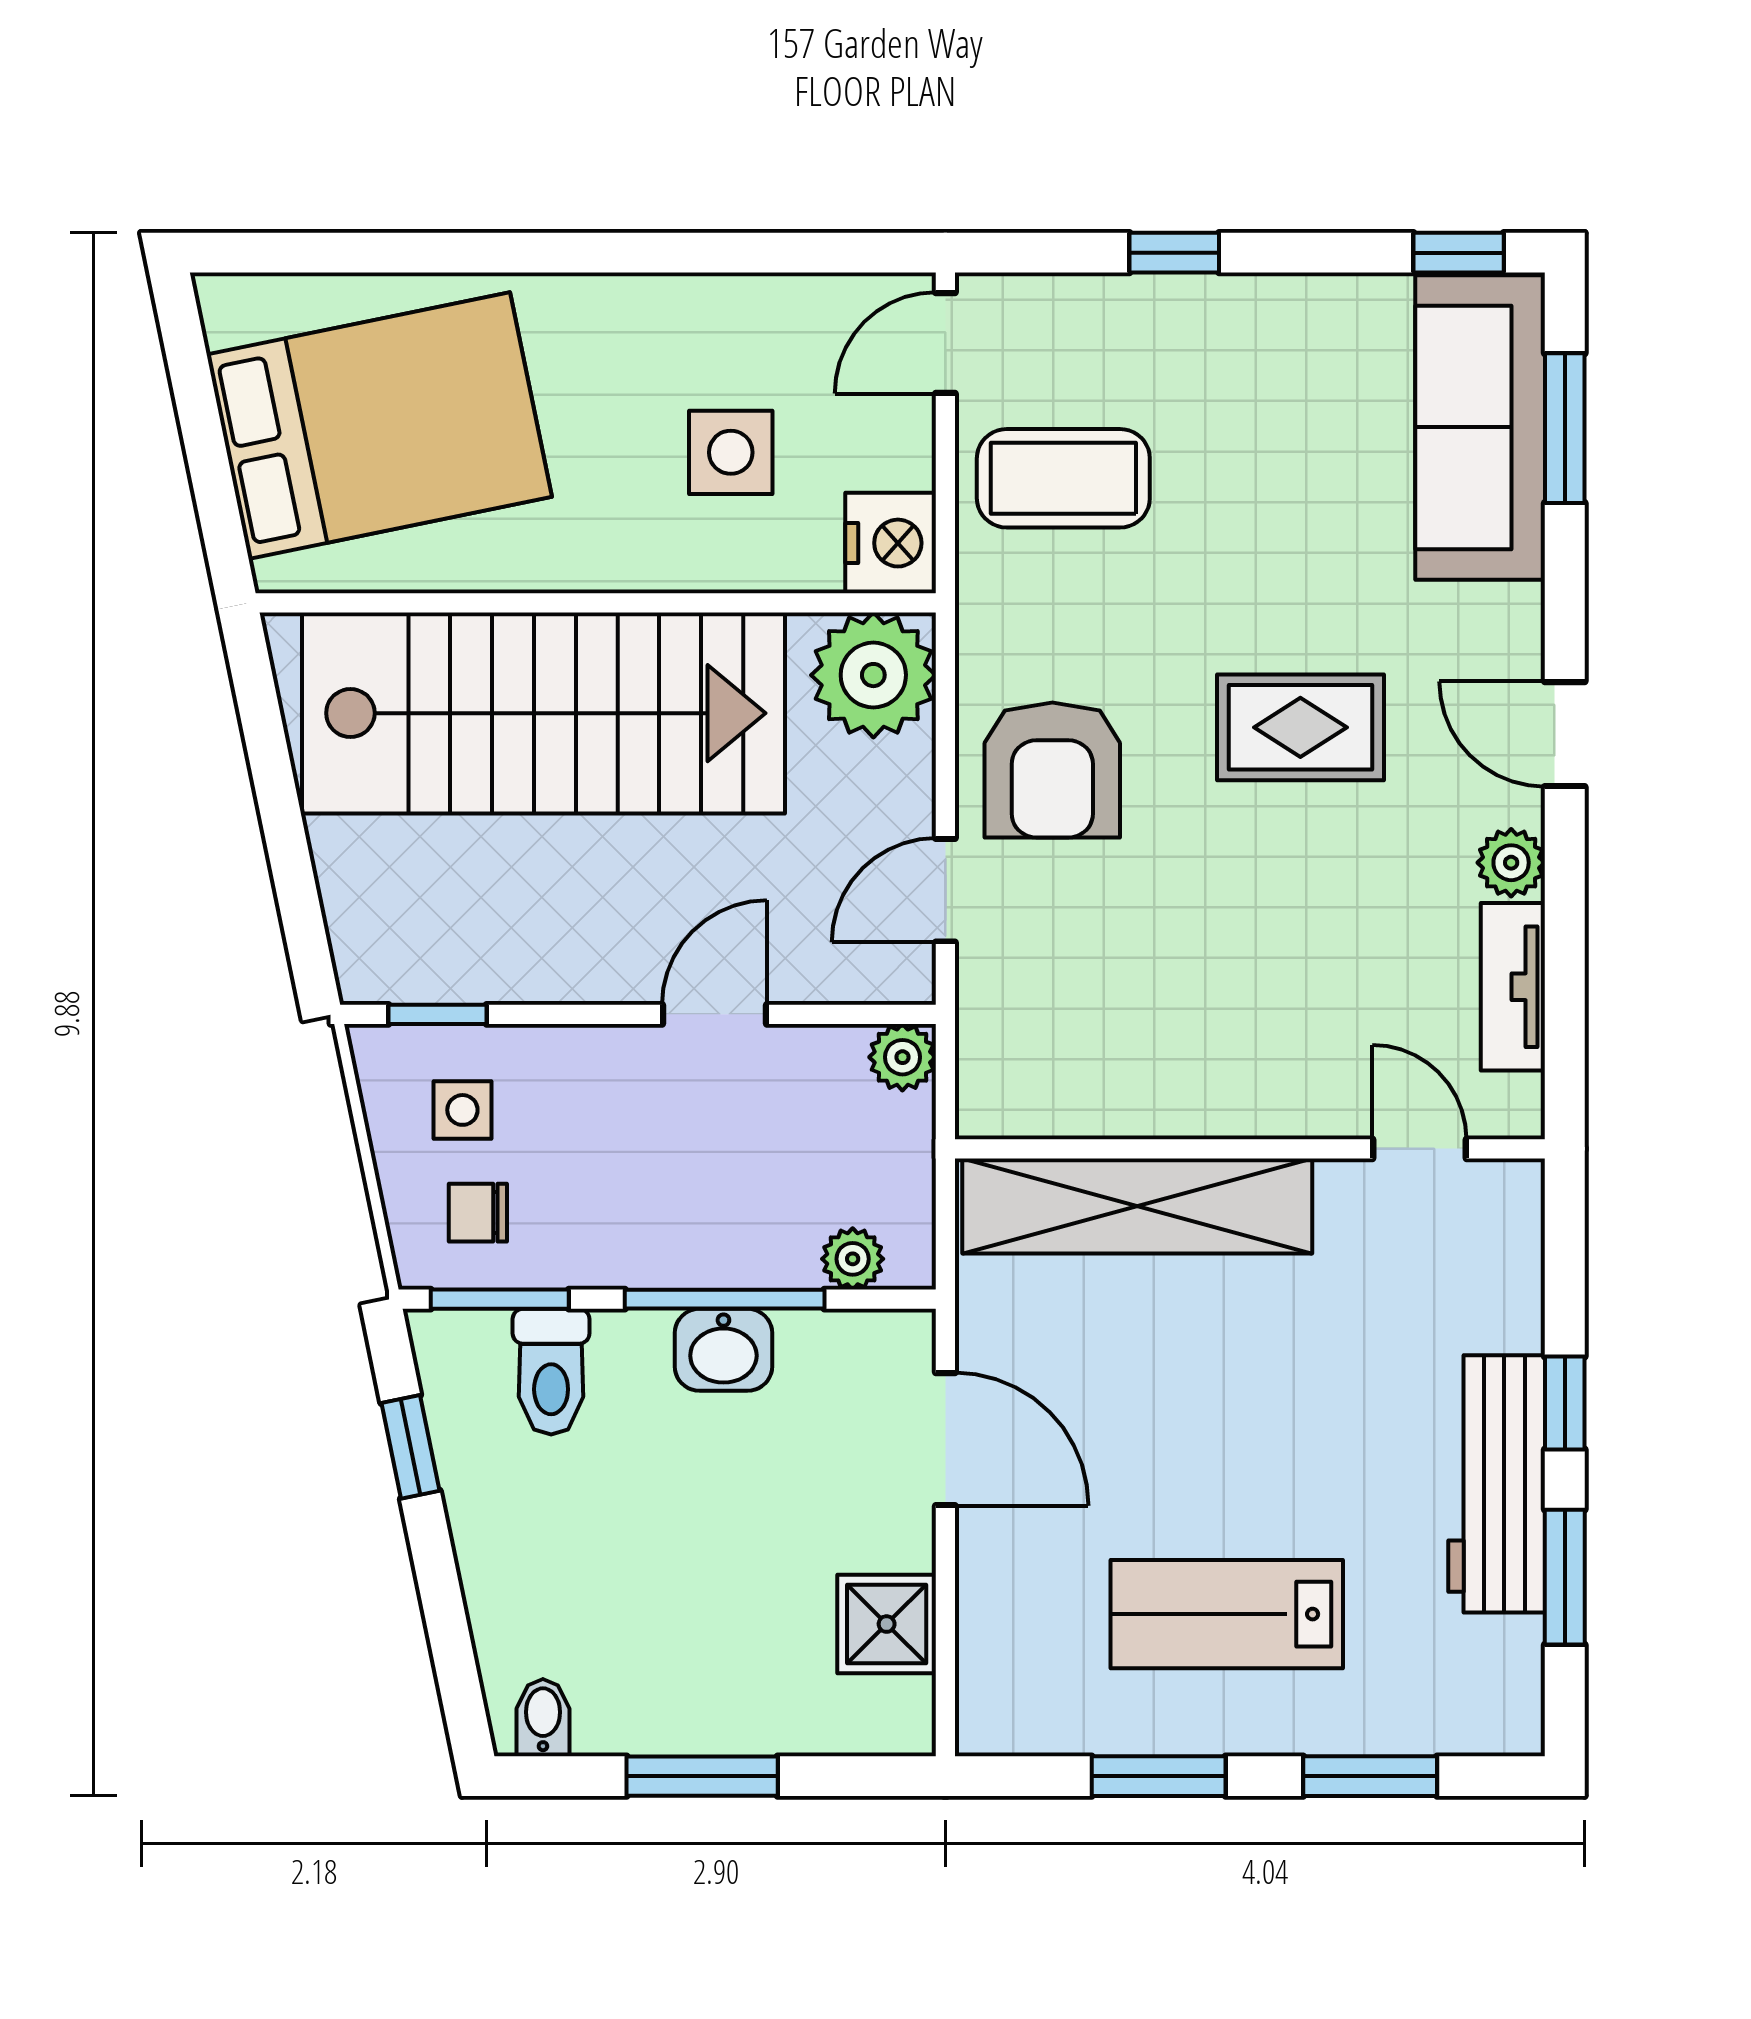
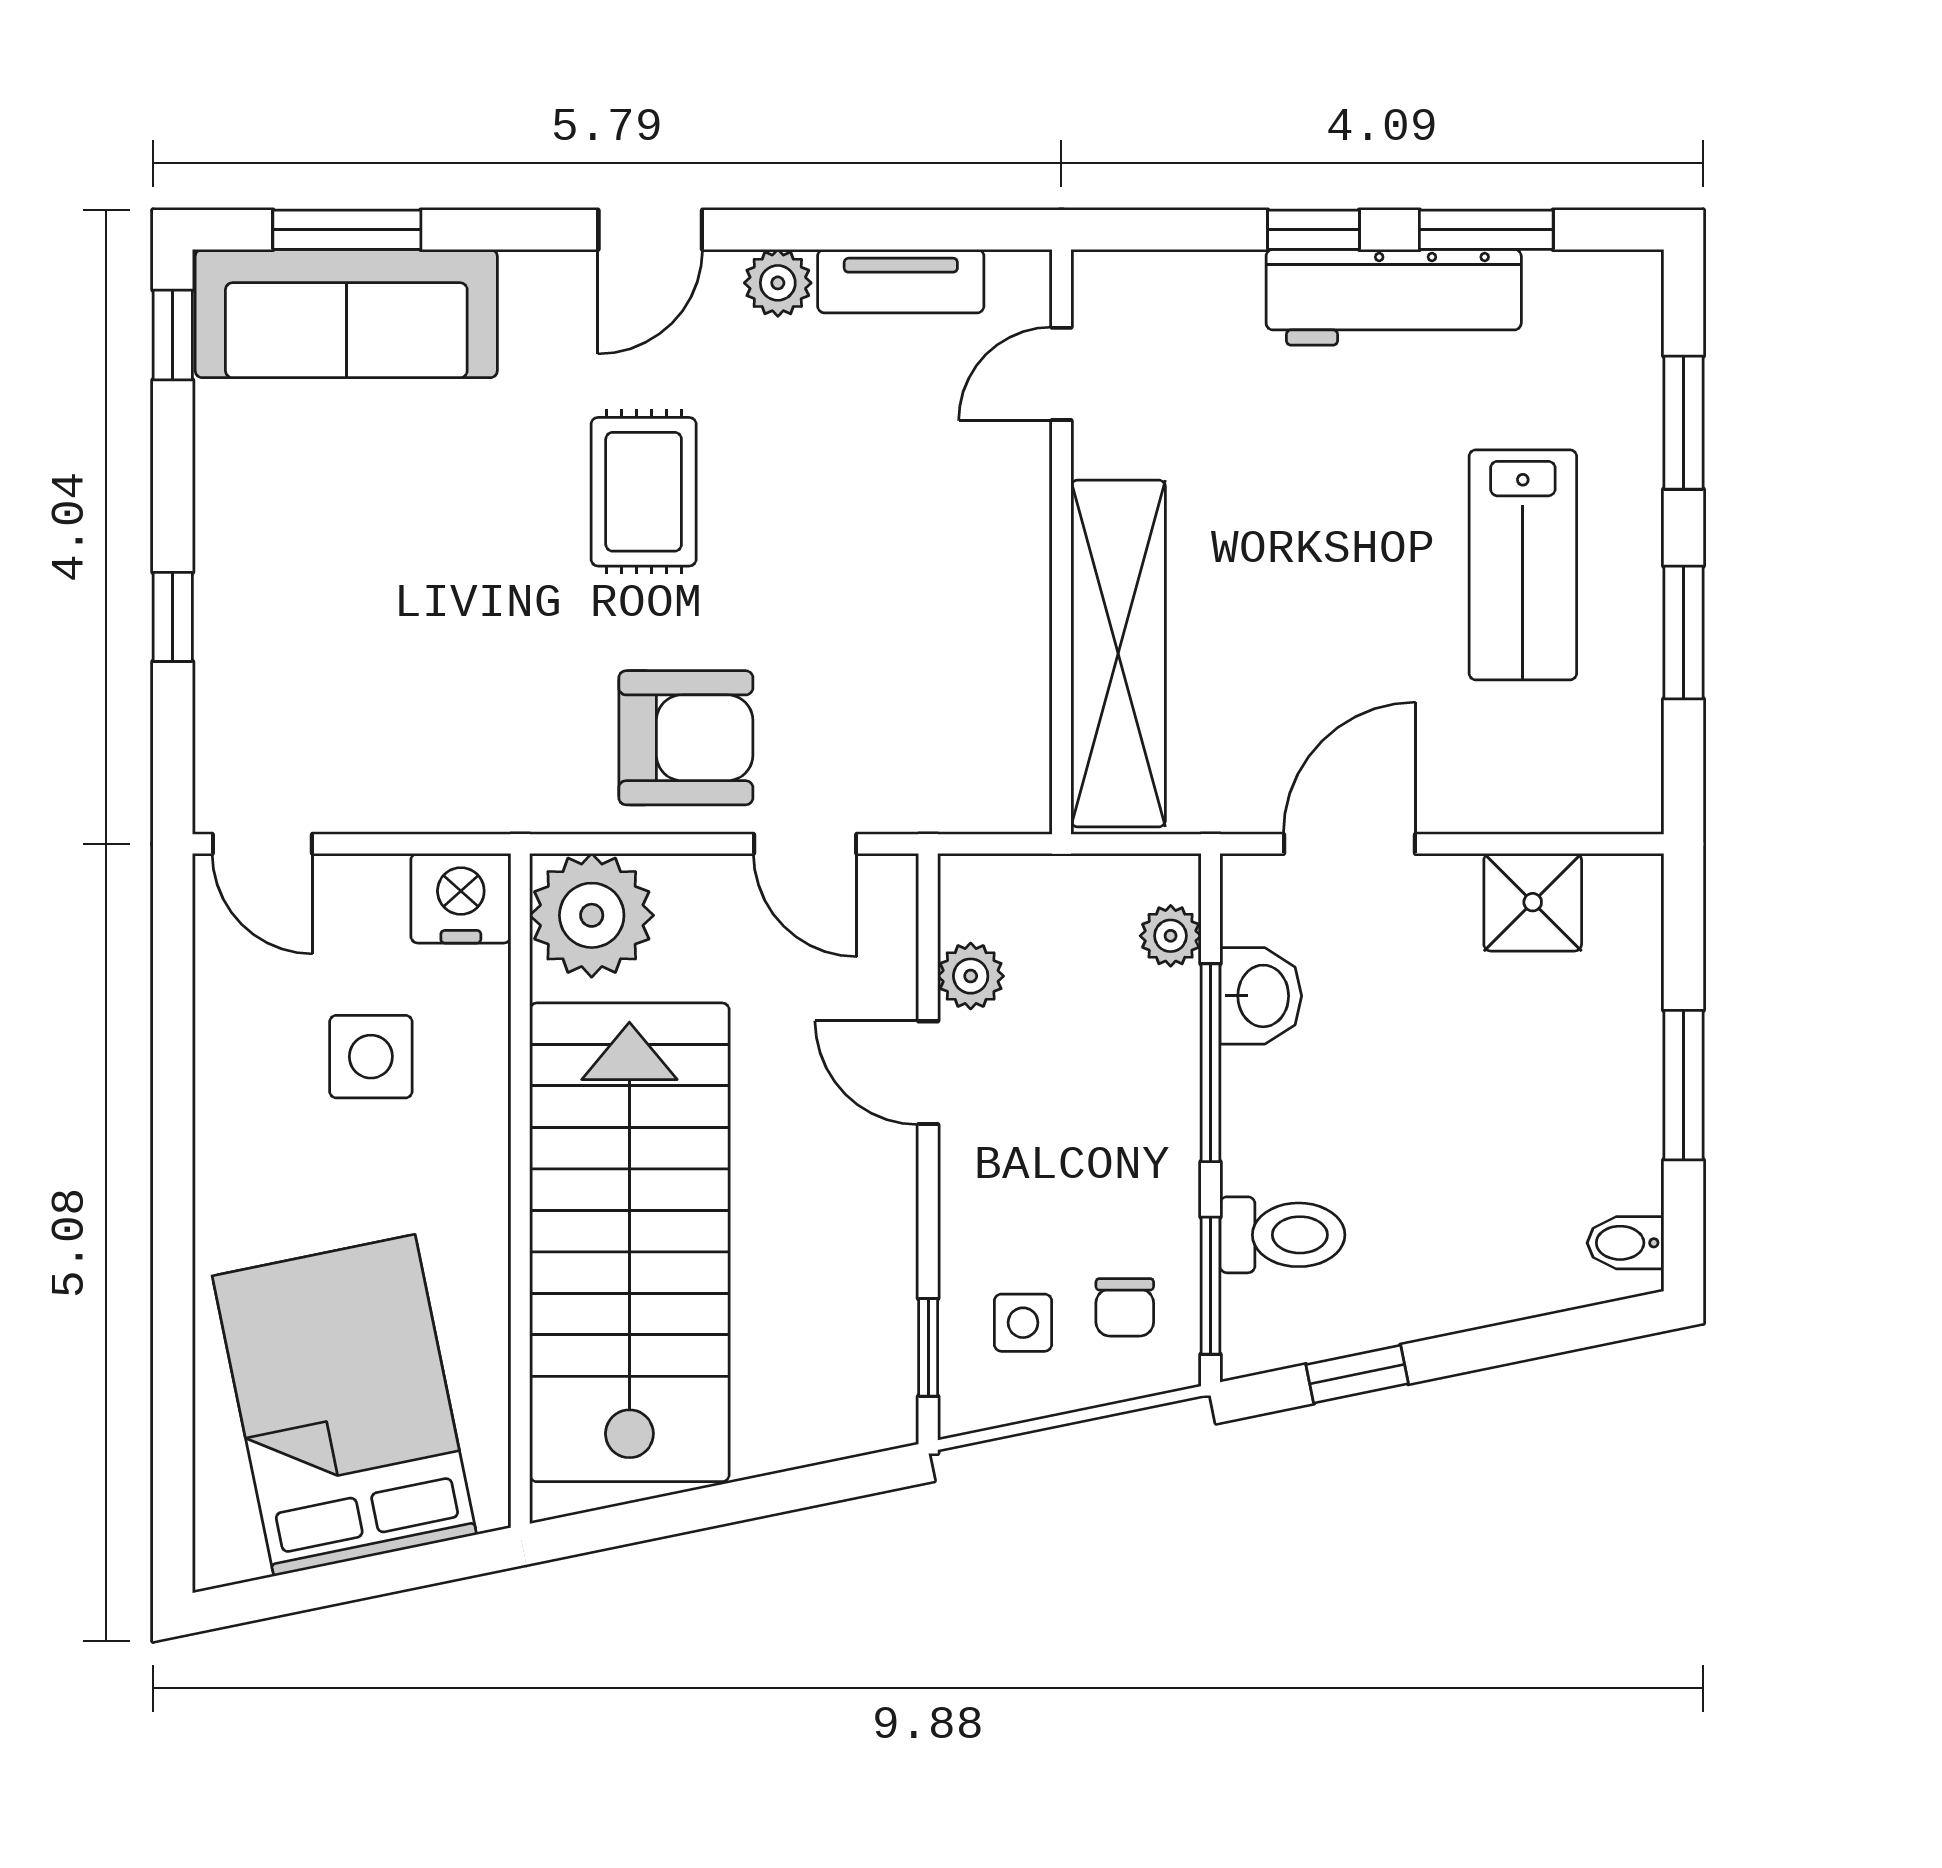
coffee table: (1063, 478) -> (397, 727), removed
plant: (902, 1057) -> (971, 976), moved
washbasin: (723, 1350) -> (1261, 996), moved

